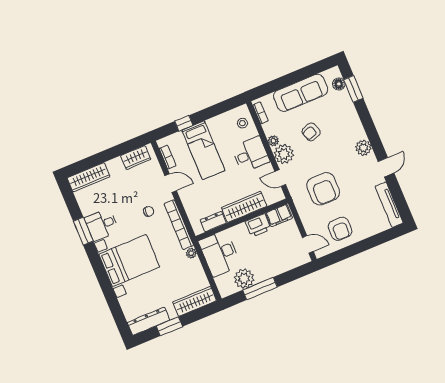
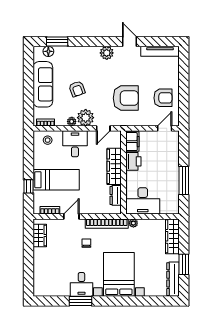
wardrobe: (89, 177) -> (40, 279), removed
plant: (244, 278) -> (171, 190), removed

